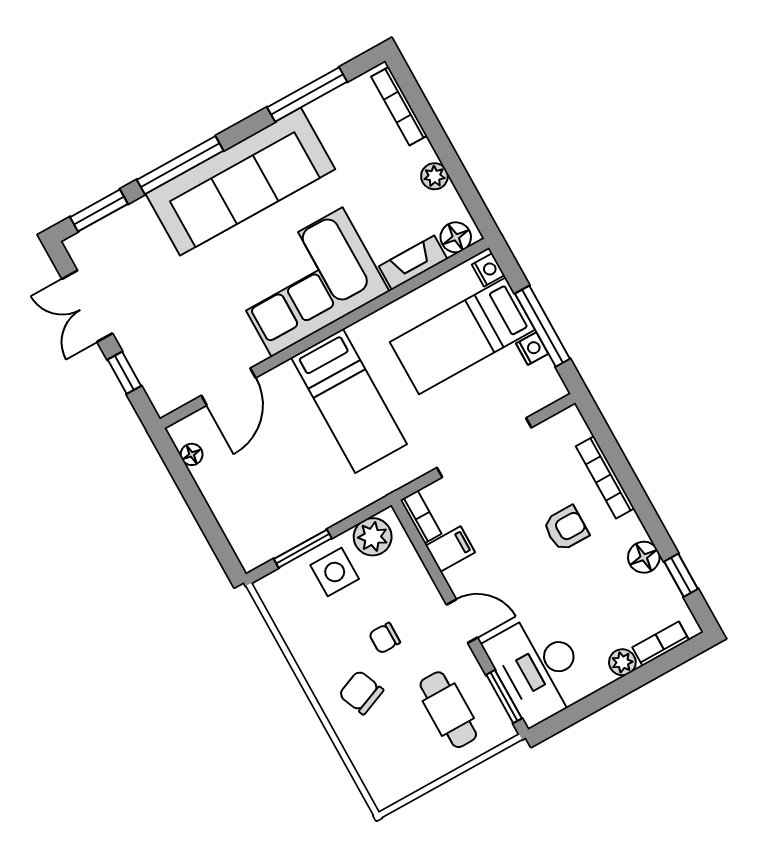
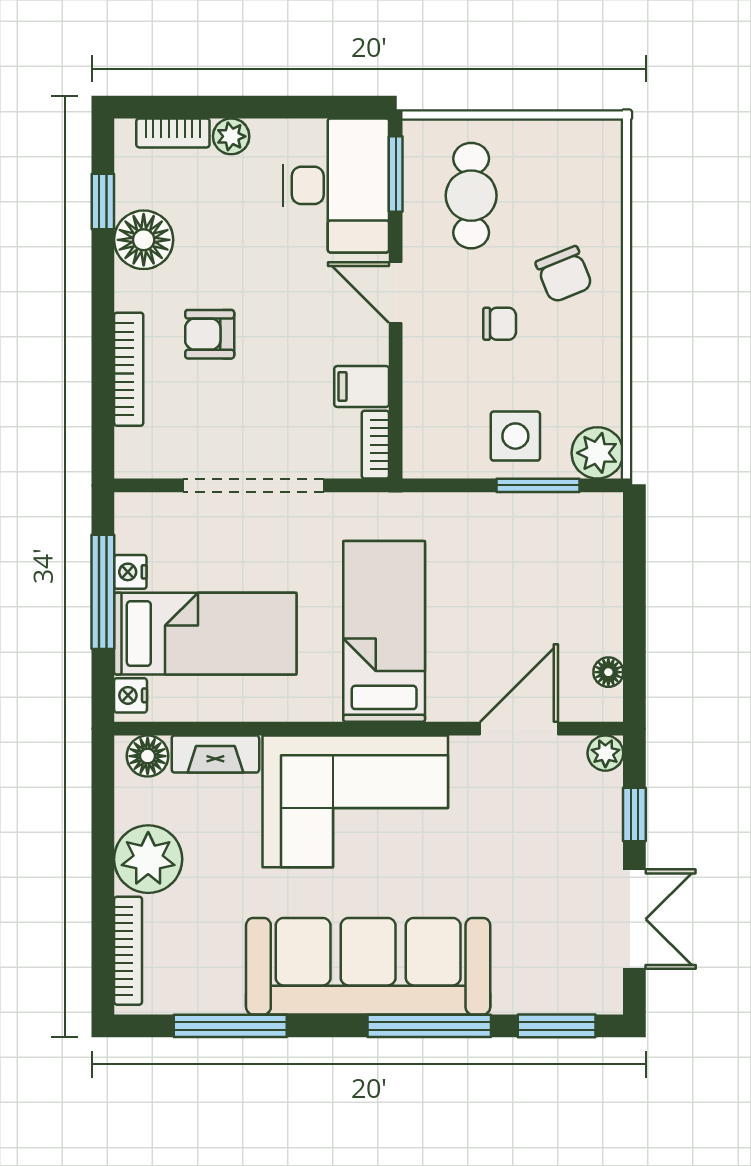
plant: (434, 176) -> (148, 859), width x1.87, depth x1.87
plant: (165, 402) -> (605, 753), added
plant: (373, 537) -> (597, 453), moved
floor lamp: (644, 557) -> (144, 240), width x1.38, depth x1.38

